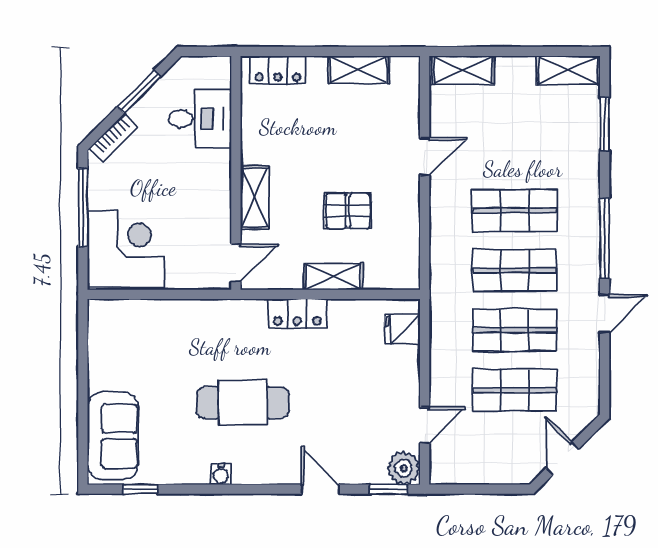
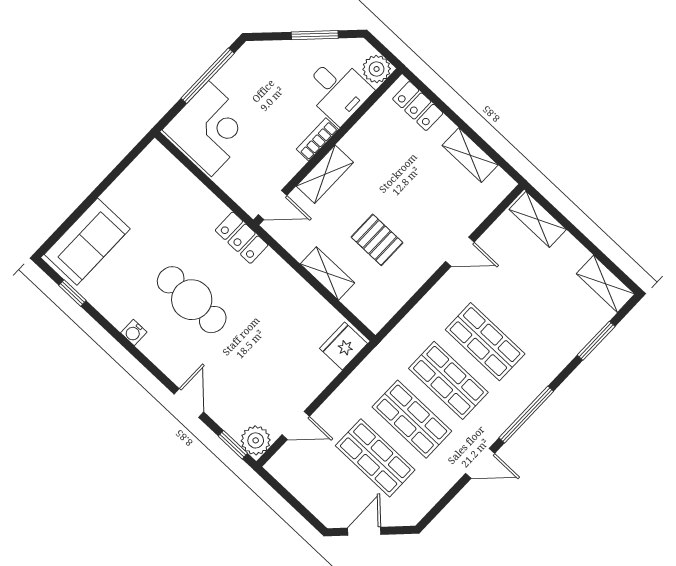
plant: (216, 72) -> (377, 69), added
bookcase: (113, 138) -> (317, 139), moved, turned 135
locker: (297, 314) -> (242, 238), moved
fridge: (402, 329) -> (343, 346), width x1.38

